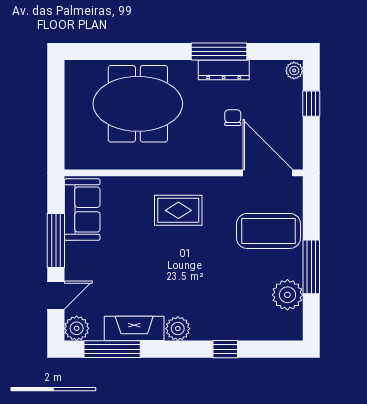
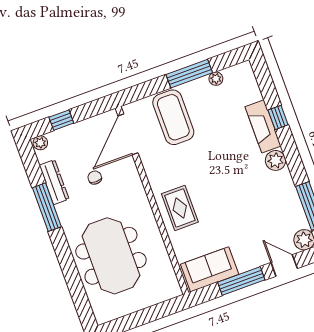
dresser: (224, 70) -> (54, 182), moved
chair: (233, 118) -> (95, 178), turned 90
rug: (178, 210) -> (180, 208), moved
plant: (287, 295) -> (216, 79), width x0.53, depth x0.53
fireplace: (134, 328) -> (263, 126), moved

